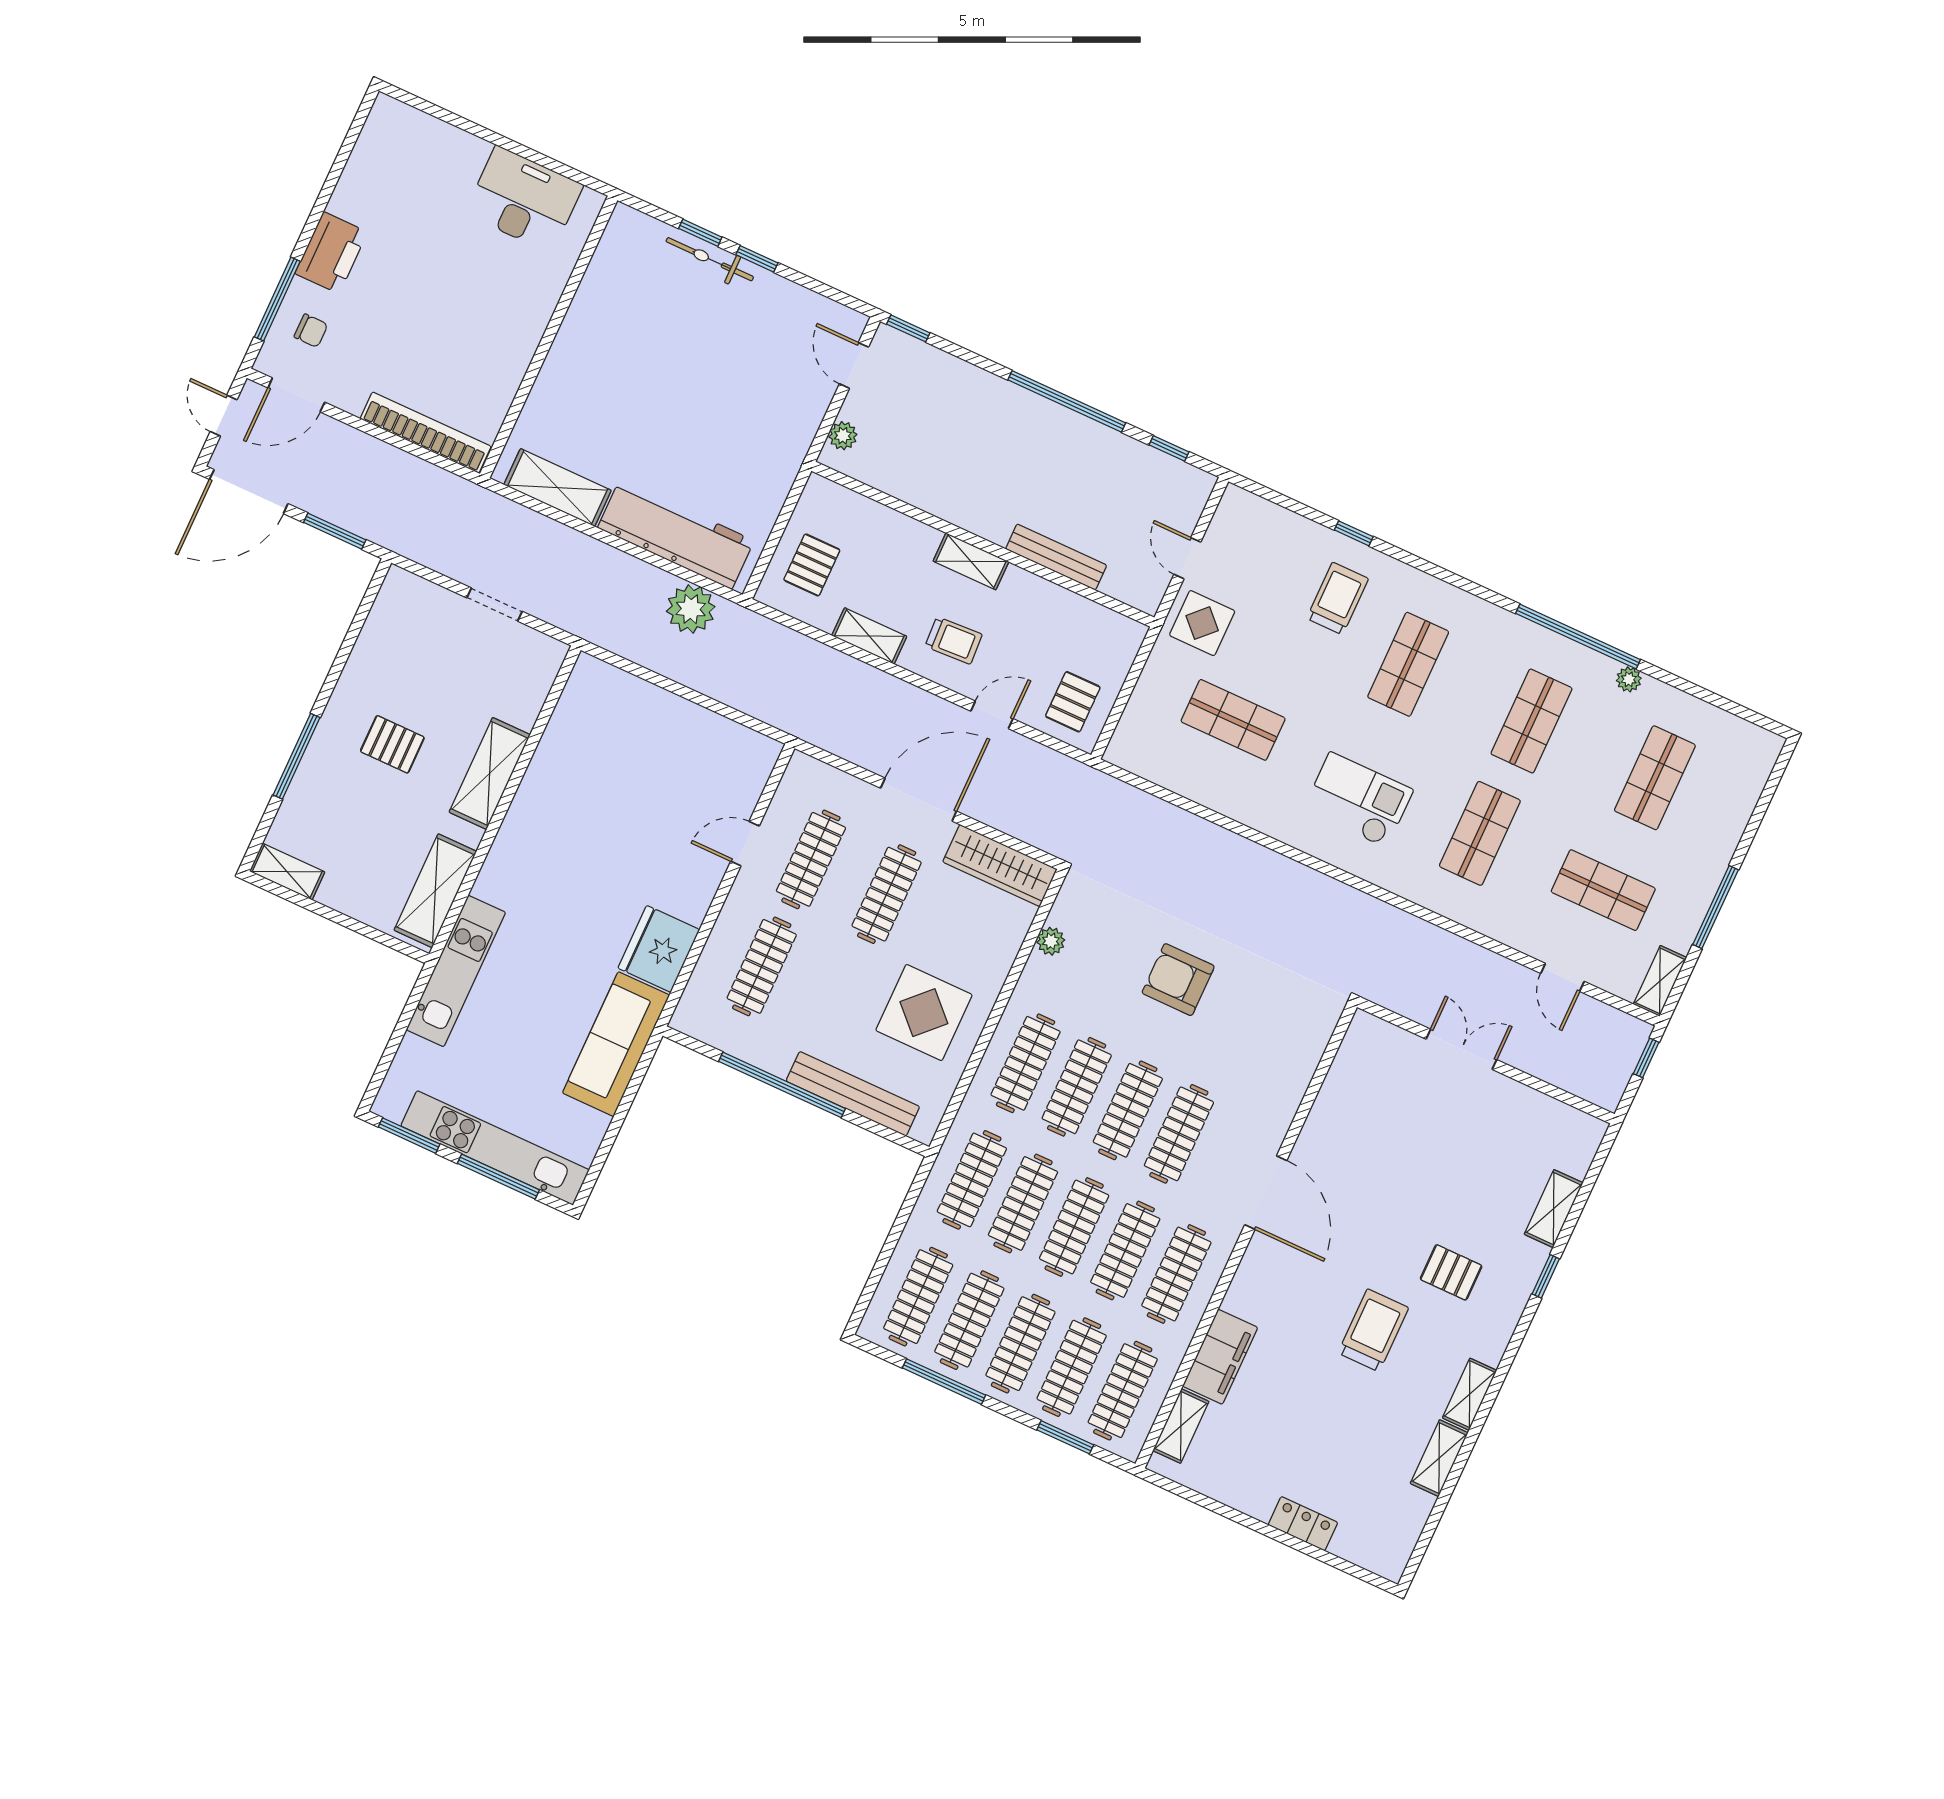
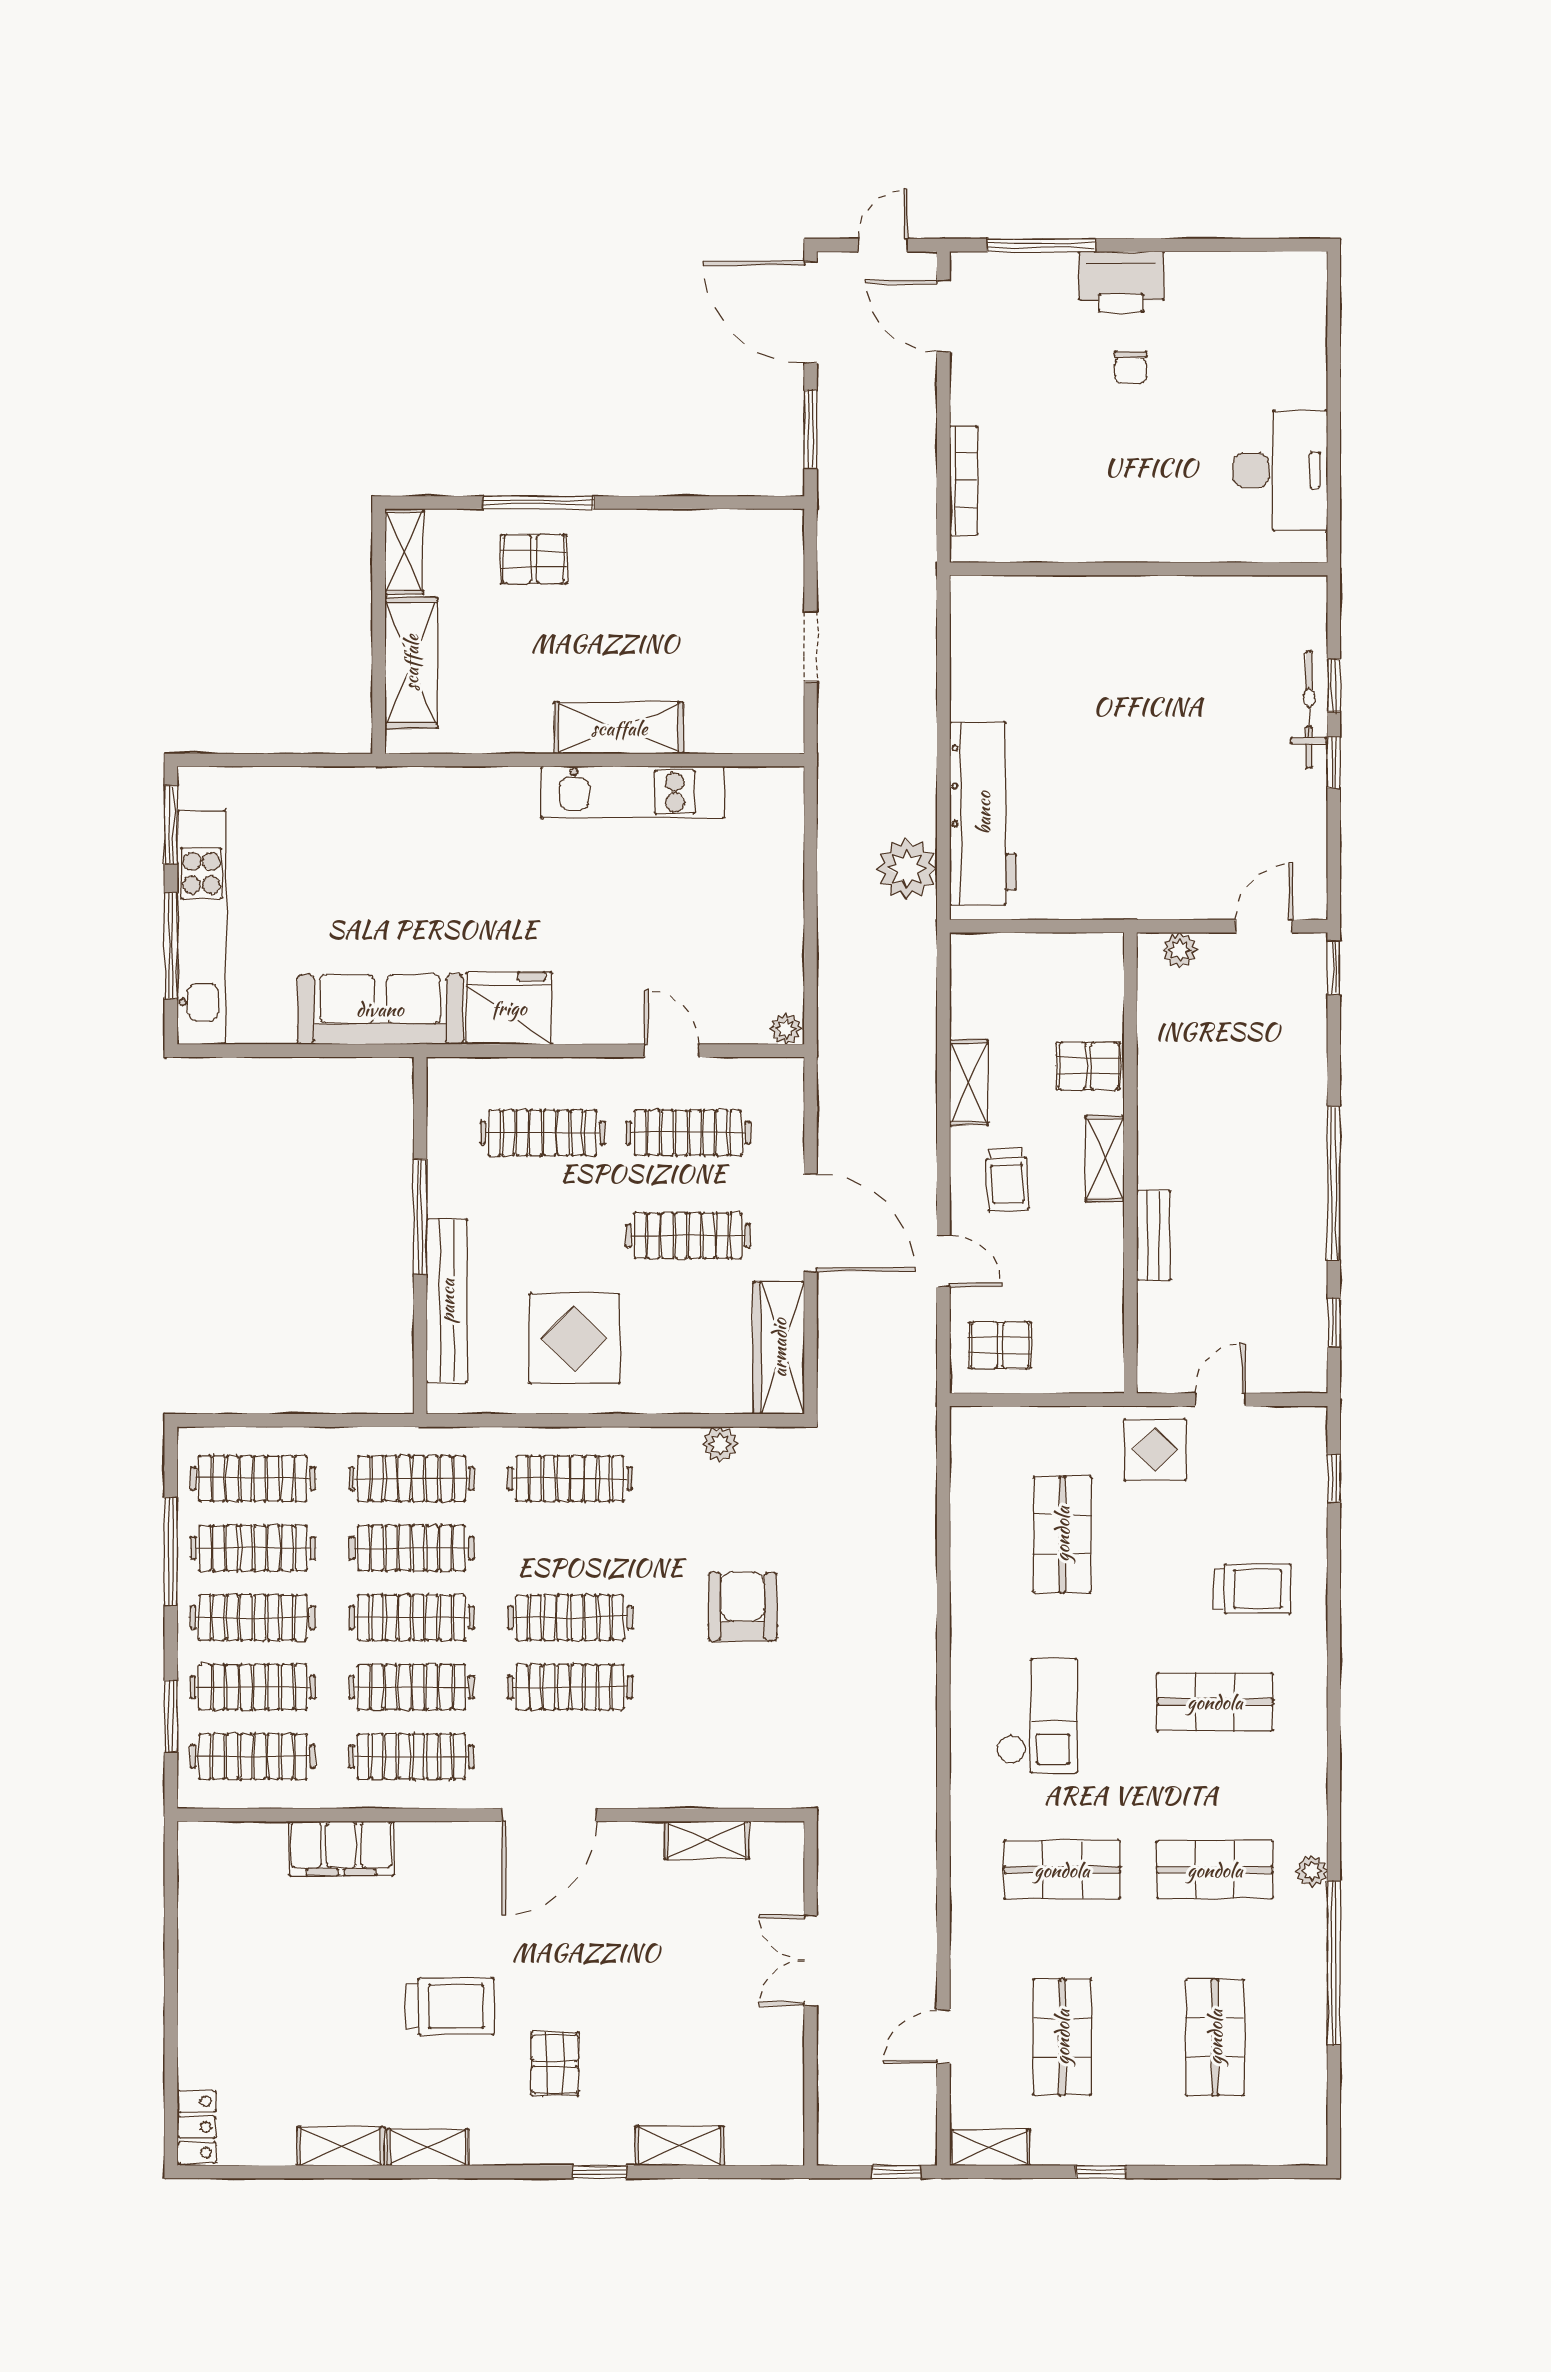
chair: (311, 331) -> (1130, 367), moved
bookcase: (426, 433) -> (964, 480), width x0.68, depth x0.76
shelving: (558, 488) -> (974, 657), removed
window: (1354, 533) -> (1334, 1478), moved
bench: (1056, 557) -> (1154, 1235), width x0.73
pallet: (812, 565) -> (1088, 1066), moved
window: (1578, 636) -> (1334, 1963), moved
plant: (1629, 679) -> (1312, 1871), moved
pallet: (392, 744) -> (534, 559), moved, turned 90
plant: (768, 752) -> (786, 1029), added
shop shelf: (1655, 778) -> (1215, 2037), turned 90
shelving: (435, 891) -> (411, 663), moved, turned 90
window: (1716, 907) -> (1101, 2172), width x0.46
kitchen unit: (456, 971) -> (633, 792), moved
double door: (1461, 1049) -> (811, 1960), swing flipped
window: (782, 1085) -> (420, 1217), width x0.68
clothes rail: (1077, 1087) -> (570, 1548), removed
shelving: (1181, 1426) -> (707, 1840), moved
locker: (1303, 1524) -> (197, 2127), moved

